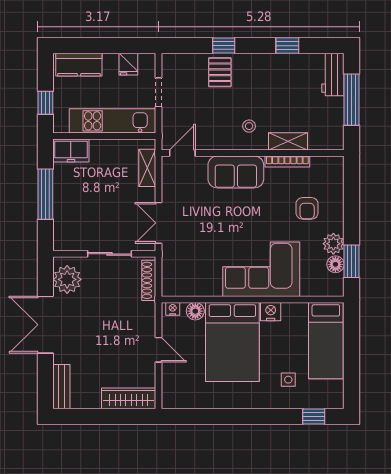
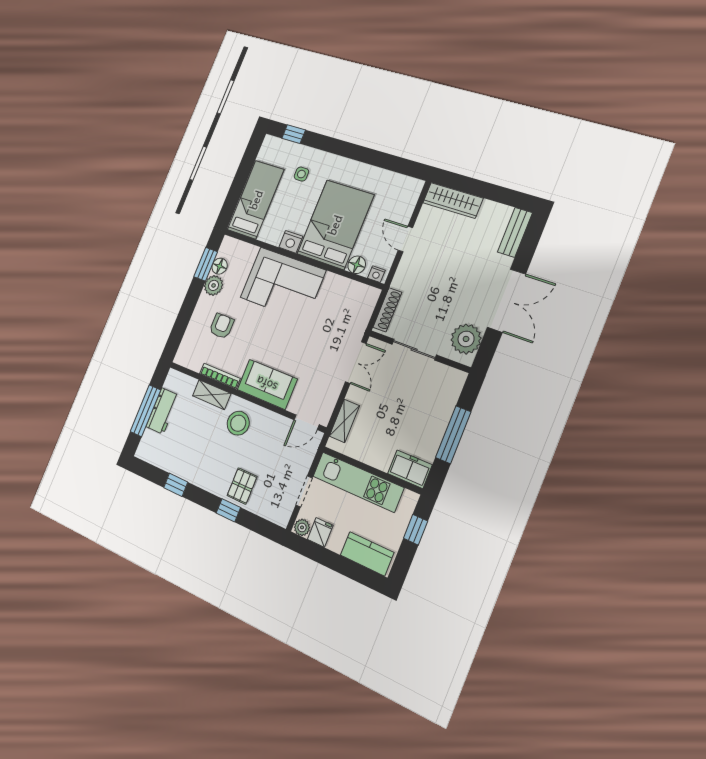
plant: (147, 61) -> (302, 527), added
workbench: (333, 75) -> (163, 411), moved
stool: (249, 126) -> (238, 423), width x1.89, depth x1.89

